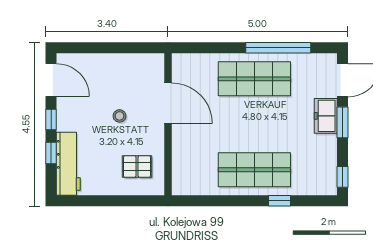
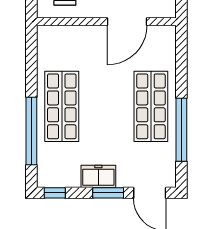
freezer: (326, 116) -> (98, 176), moved
window: (279, 201) -> (31, 131), width x3.17

